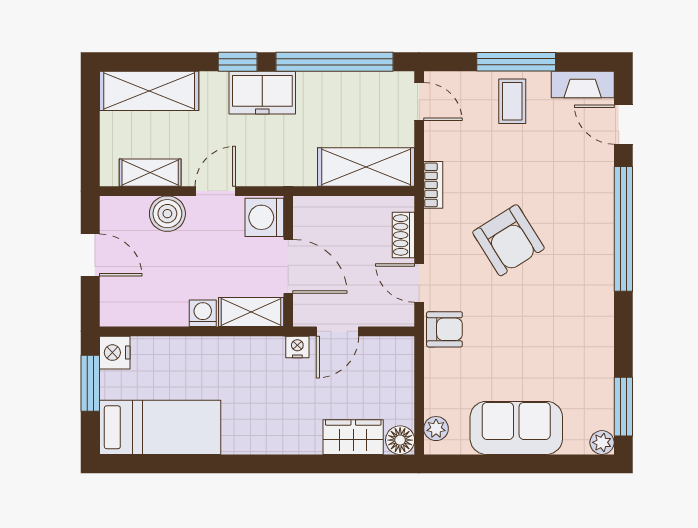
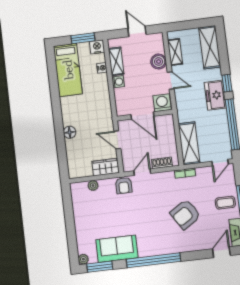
window: (623, 229) -> (154, 260), moved
armchair: (508, 240) -> (185, 214), moved
door: (90, 255) -> (137, 31), swing flipped
door: (288, 266) -> (142, 115), hinge flipped
shelving: (251, 312) -> (116, 61), moved
nightstand: (297, 347) -> (102, 68), moved
sofa: (516, 428) -> (117, 249), moved, turned -90
plant: (436, 429) -> (93, 186), moved
wardrobe: (353, 437) -> (106, 167), moved, turned -90
floor lamp: (400, 440) -> (70, 132), moved

